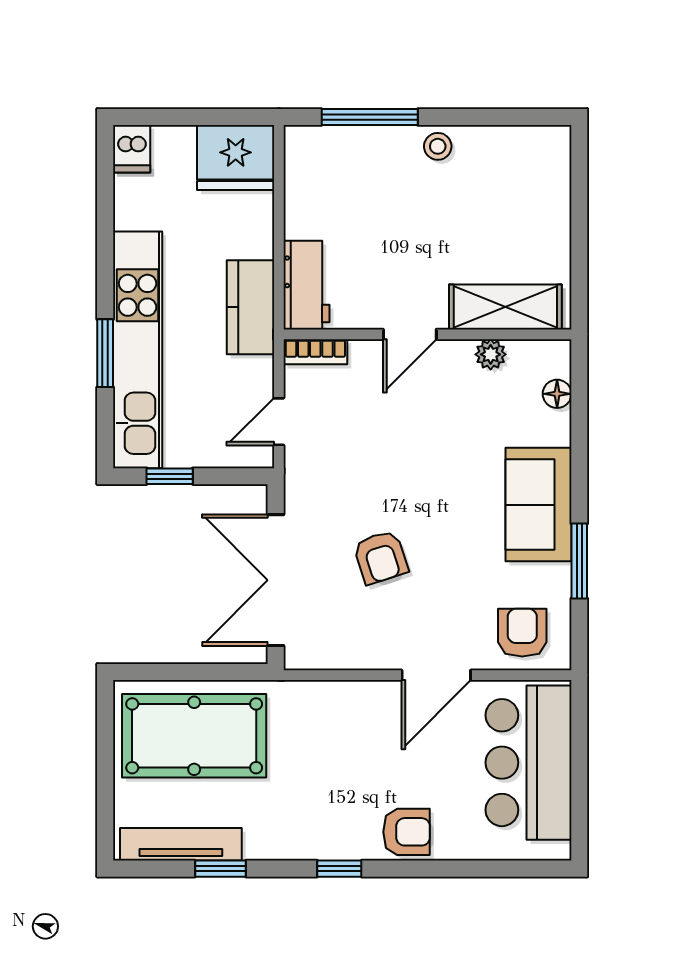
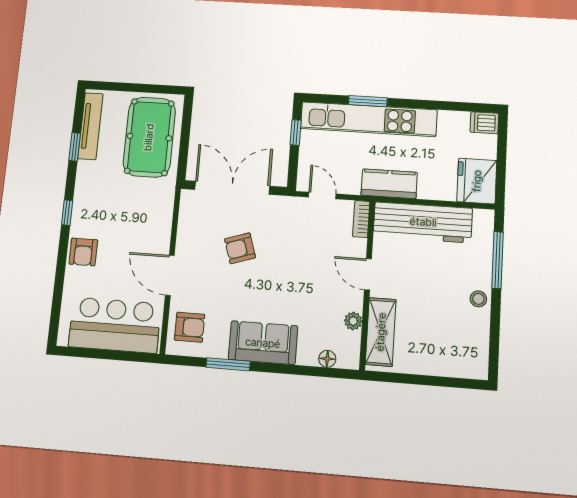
workbench: (306, 285) -> (423, 222), width x1.88, depth x1.32

